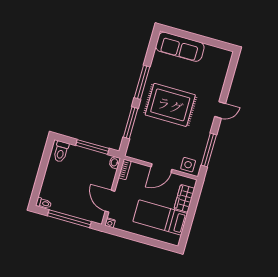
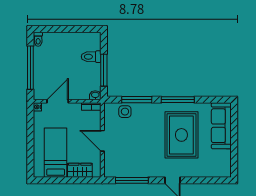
rug: (170, 105) -> (181, 135), moved
toilet: (61, 152) -> (91, 57), moved
side table: (188, 165) -> (125, 112), moved

